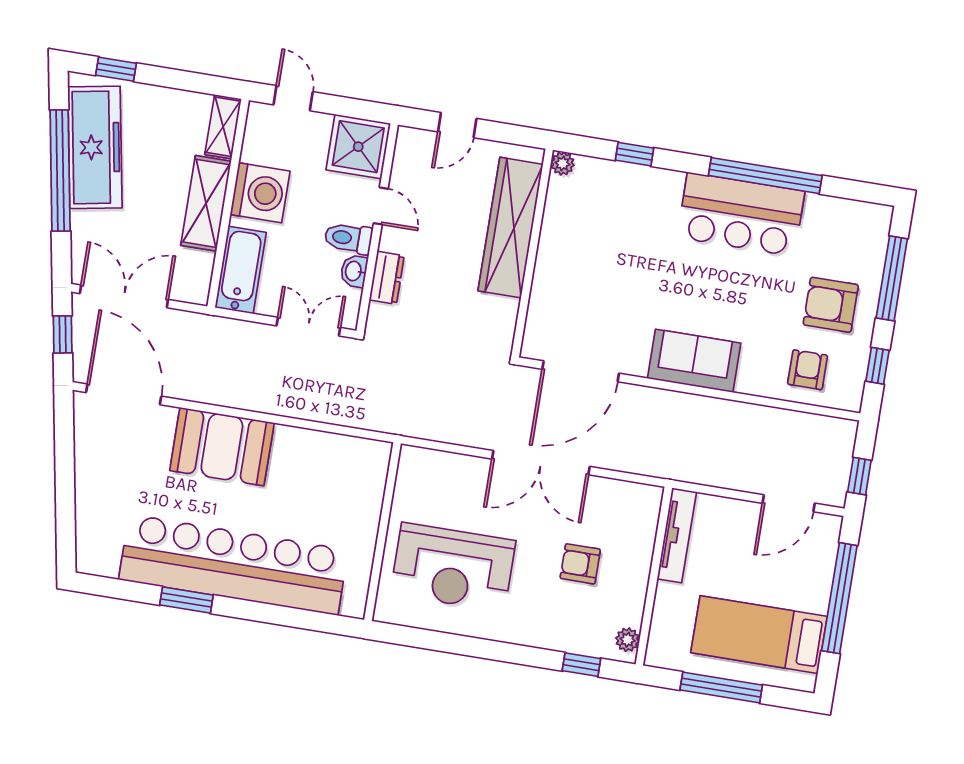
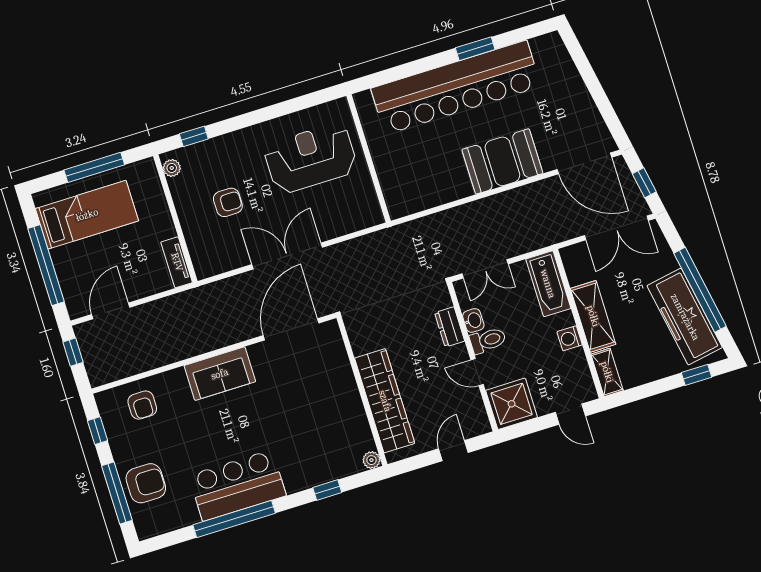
washing machine: (260, 193) -> (570, 338), width x0.53, depth x0.53
armchair: (831, 305) -> (146, 483), moved
tv unit: (677, 535) -> (177, 262), width x0.71

